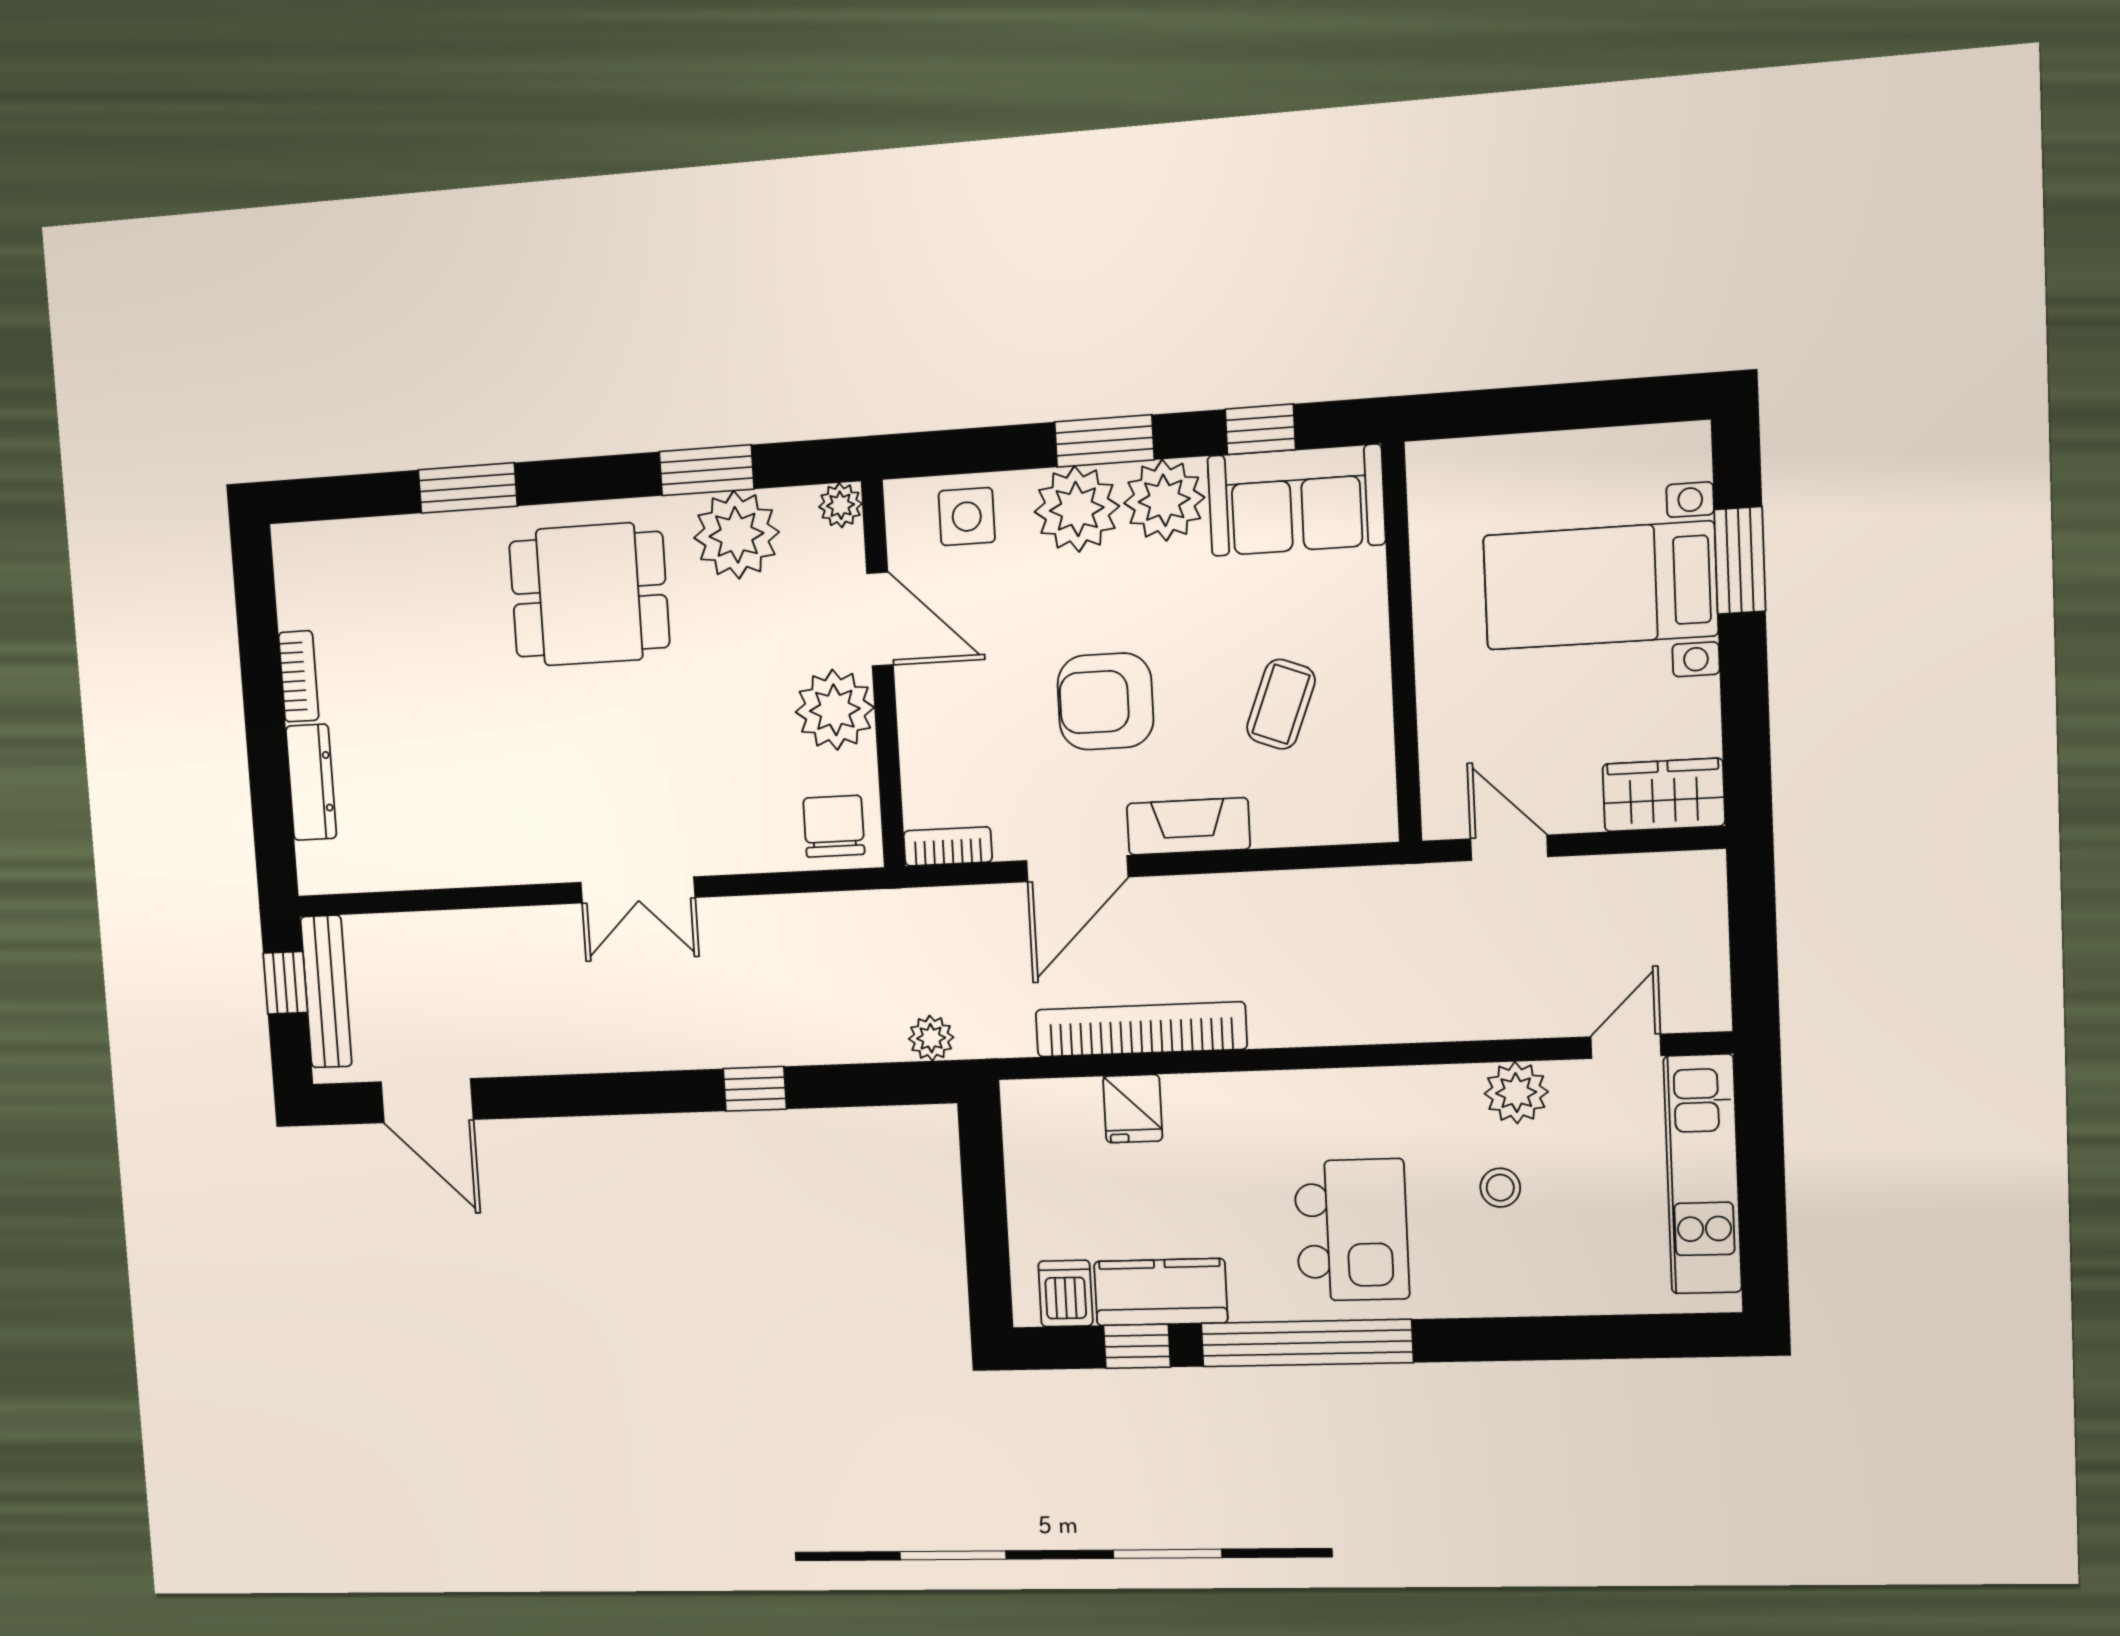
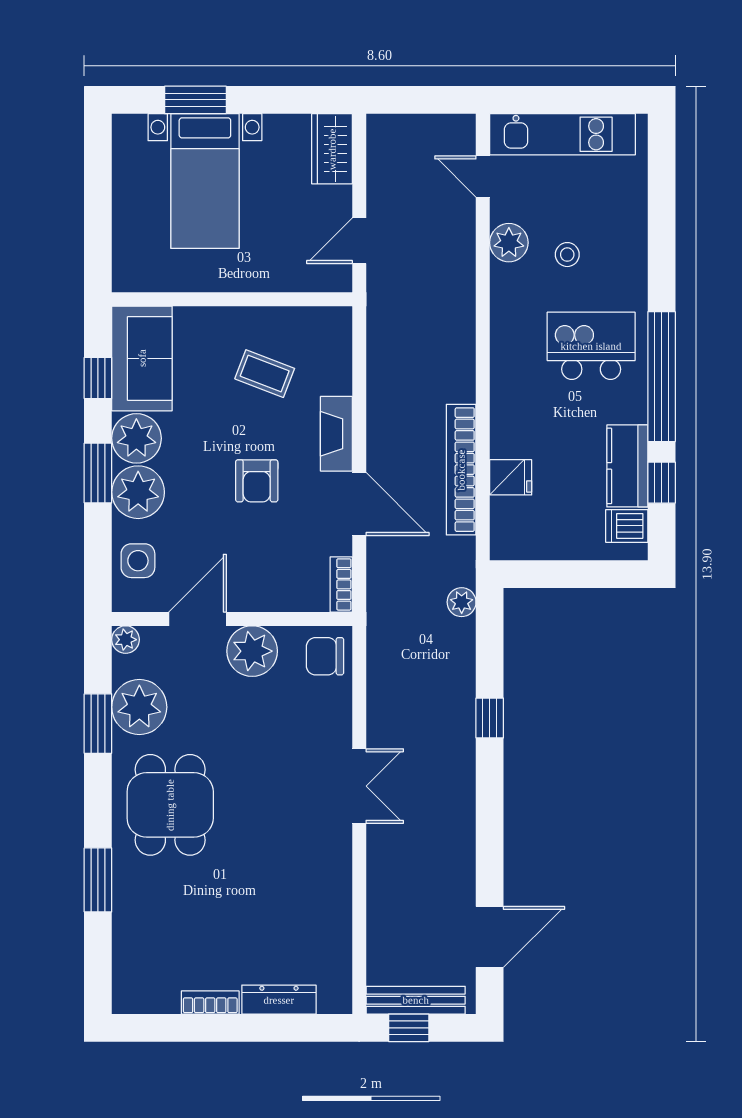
armchair: (1105, 701) -> (257, 481), width x0.72, depth x0.72

